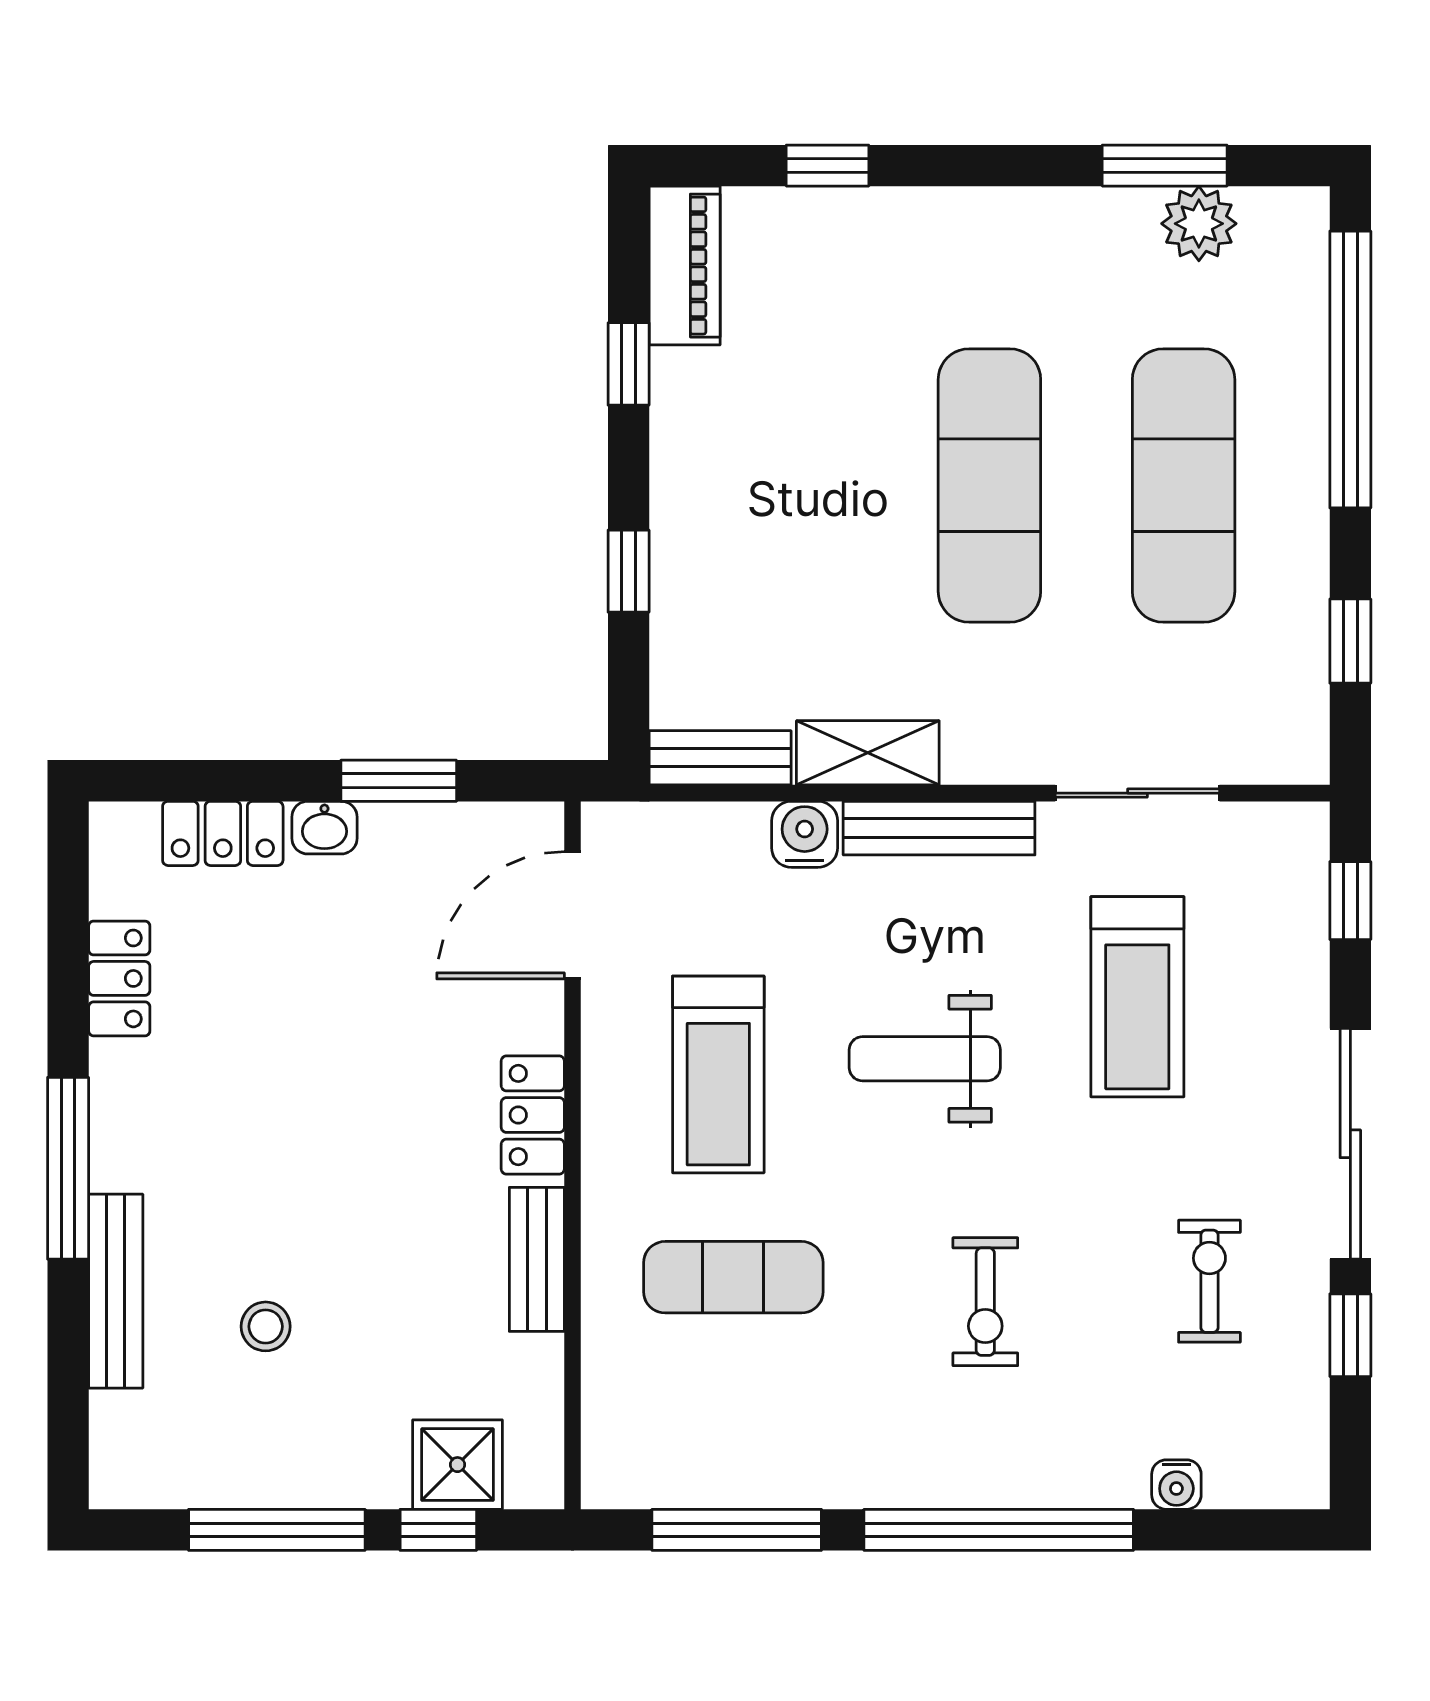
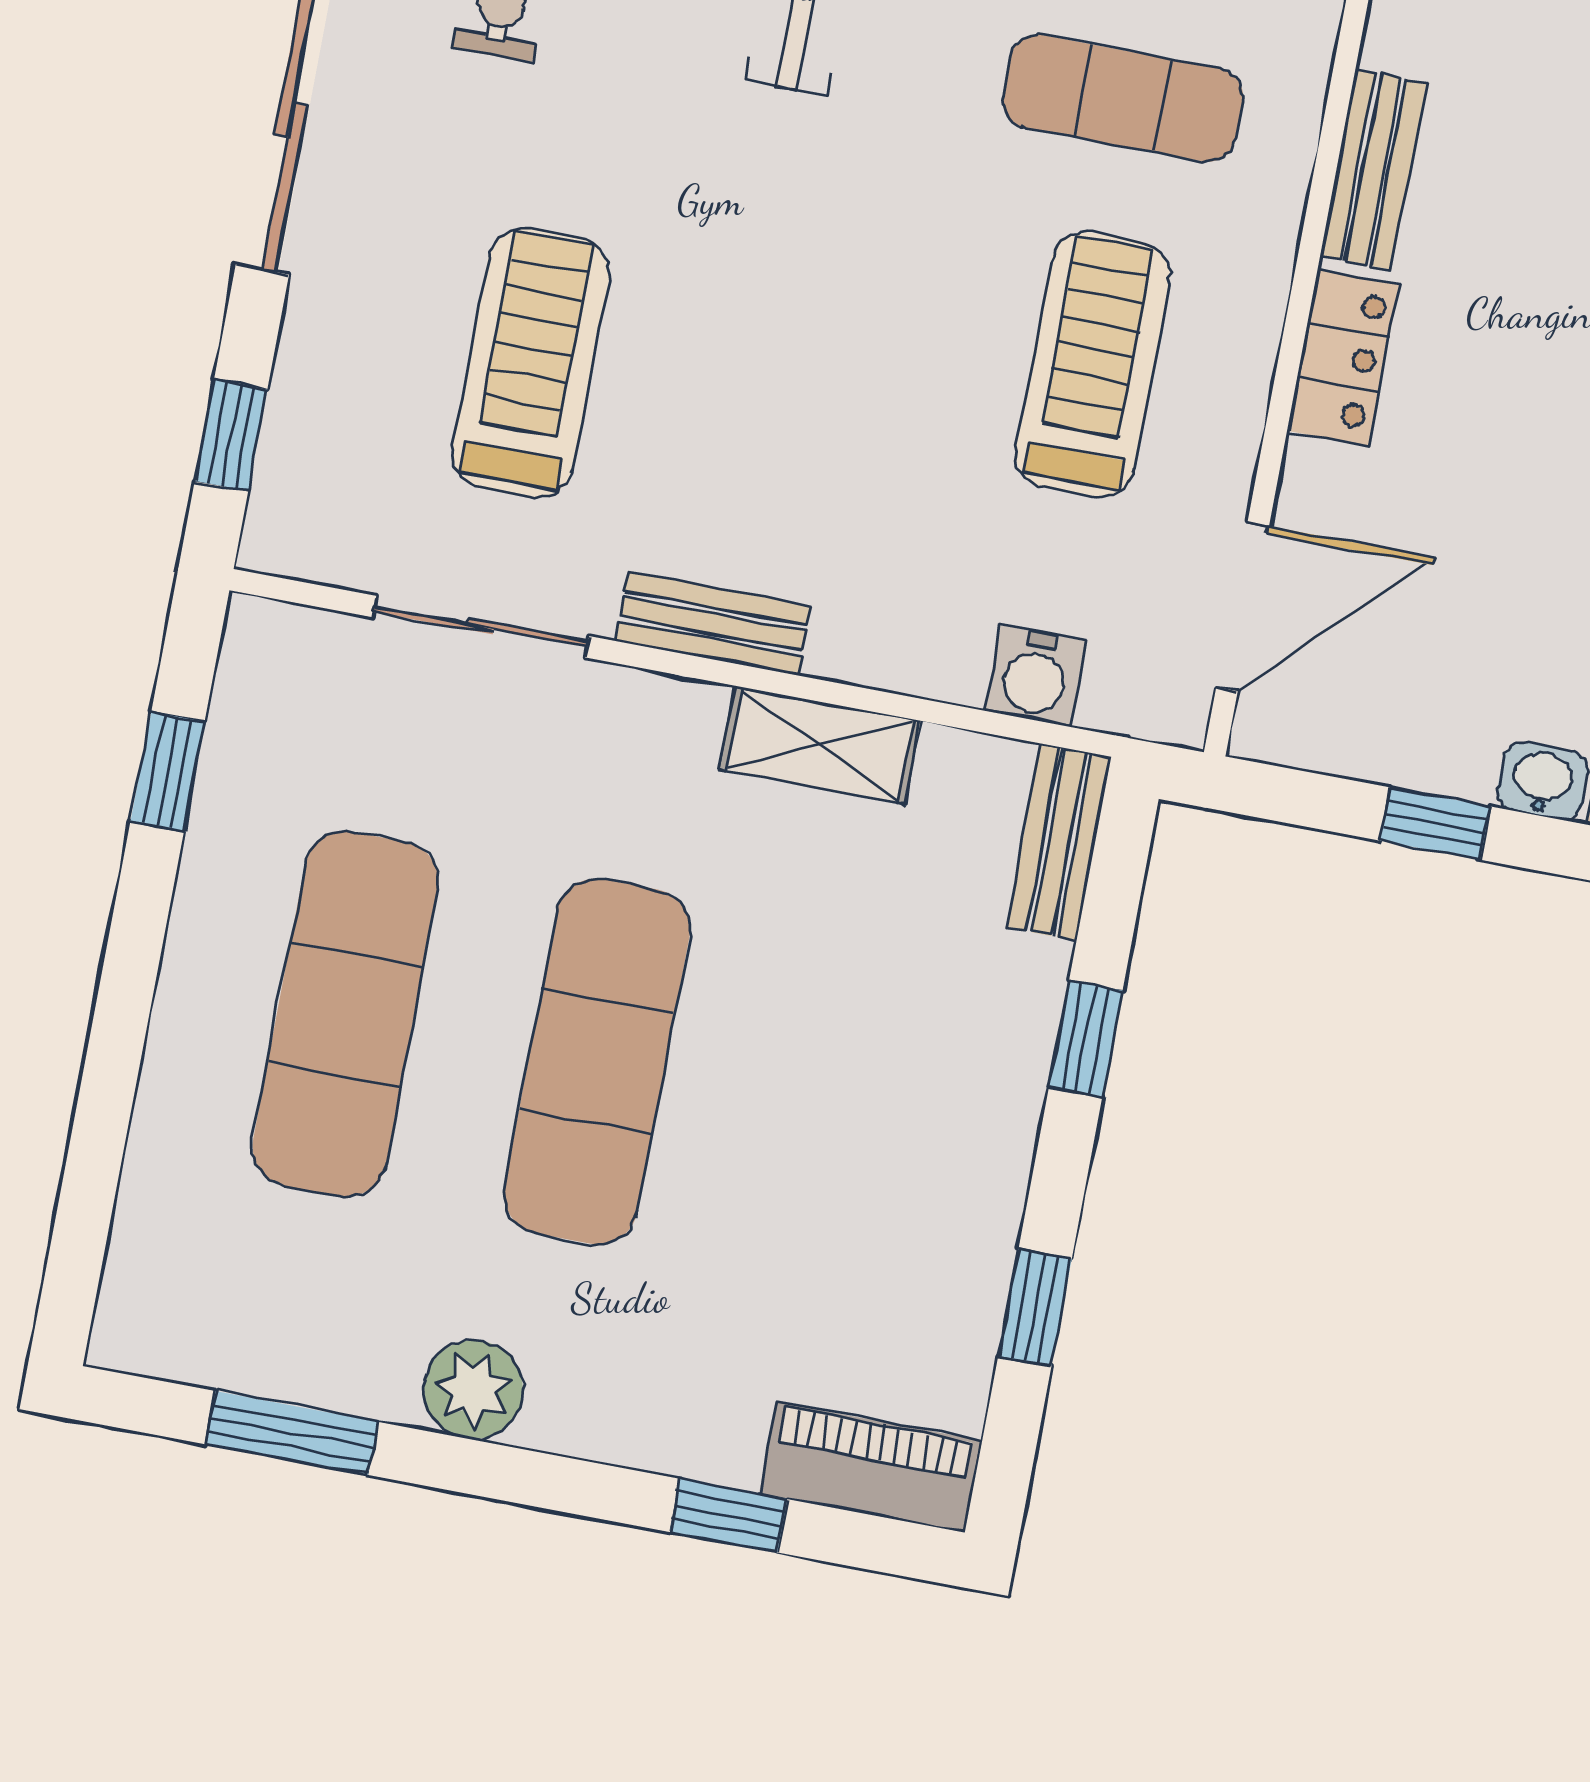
plant: (1199, 224) -> (474, 1390), moved
piano: (685, 266) -> (871, 1467), moved, turned 90
window: (1350, 370) -> (101, 1123), removed
bench: (720, 758) -> (1059, 842), moved, turned 90
window: (399, 781) -> (1435, 823), width x0.67
bench: (939, 828) -> (713, 624), width x0.73
water cooler: (805, 834) -> (1035, 676), moved
weight bench: (925, 1059) -> (821, 334), removed

